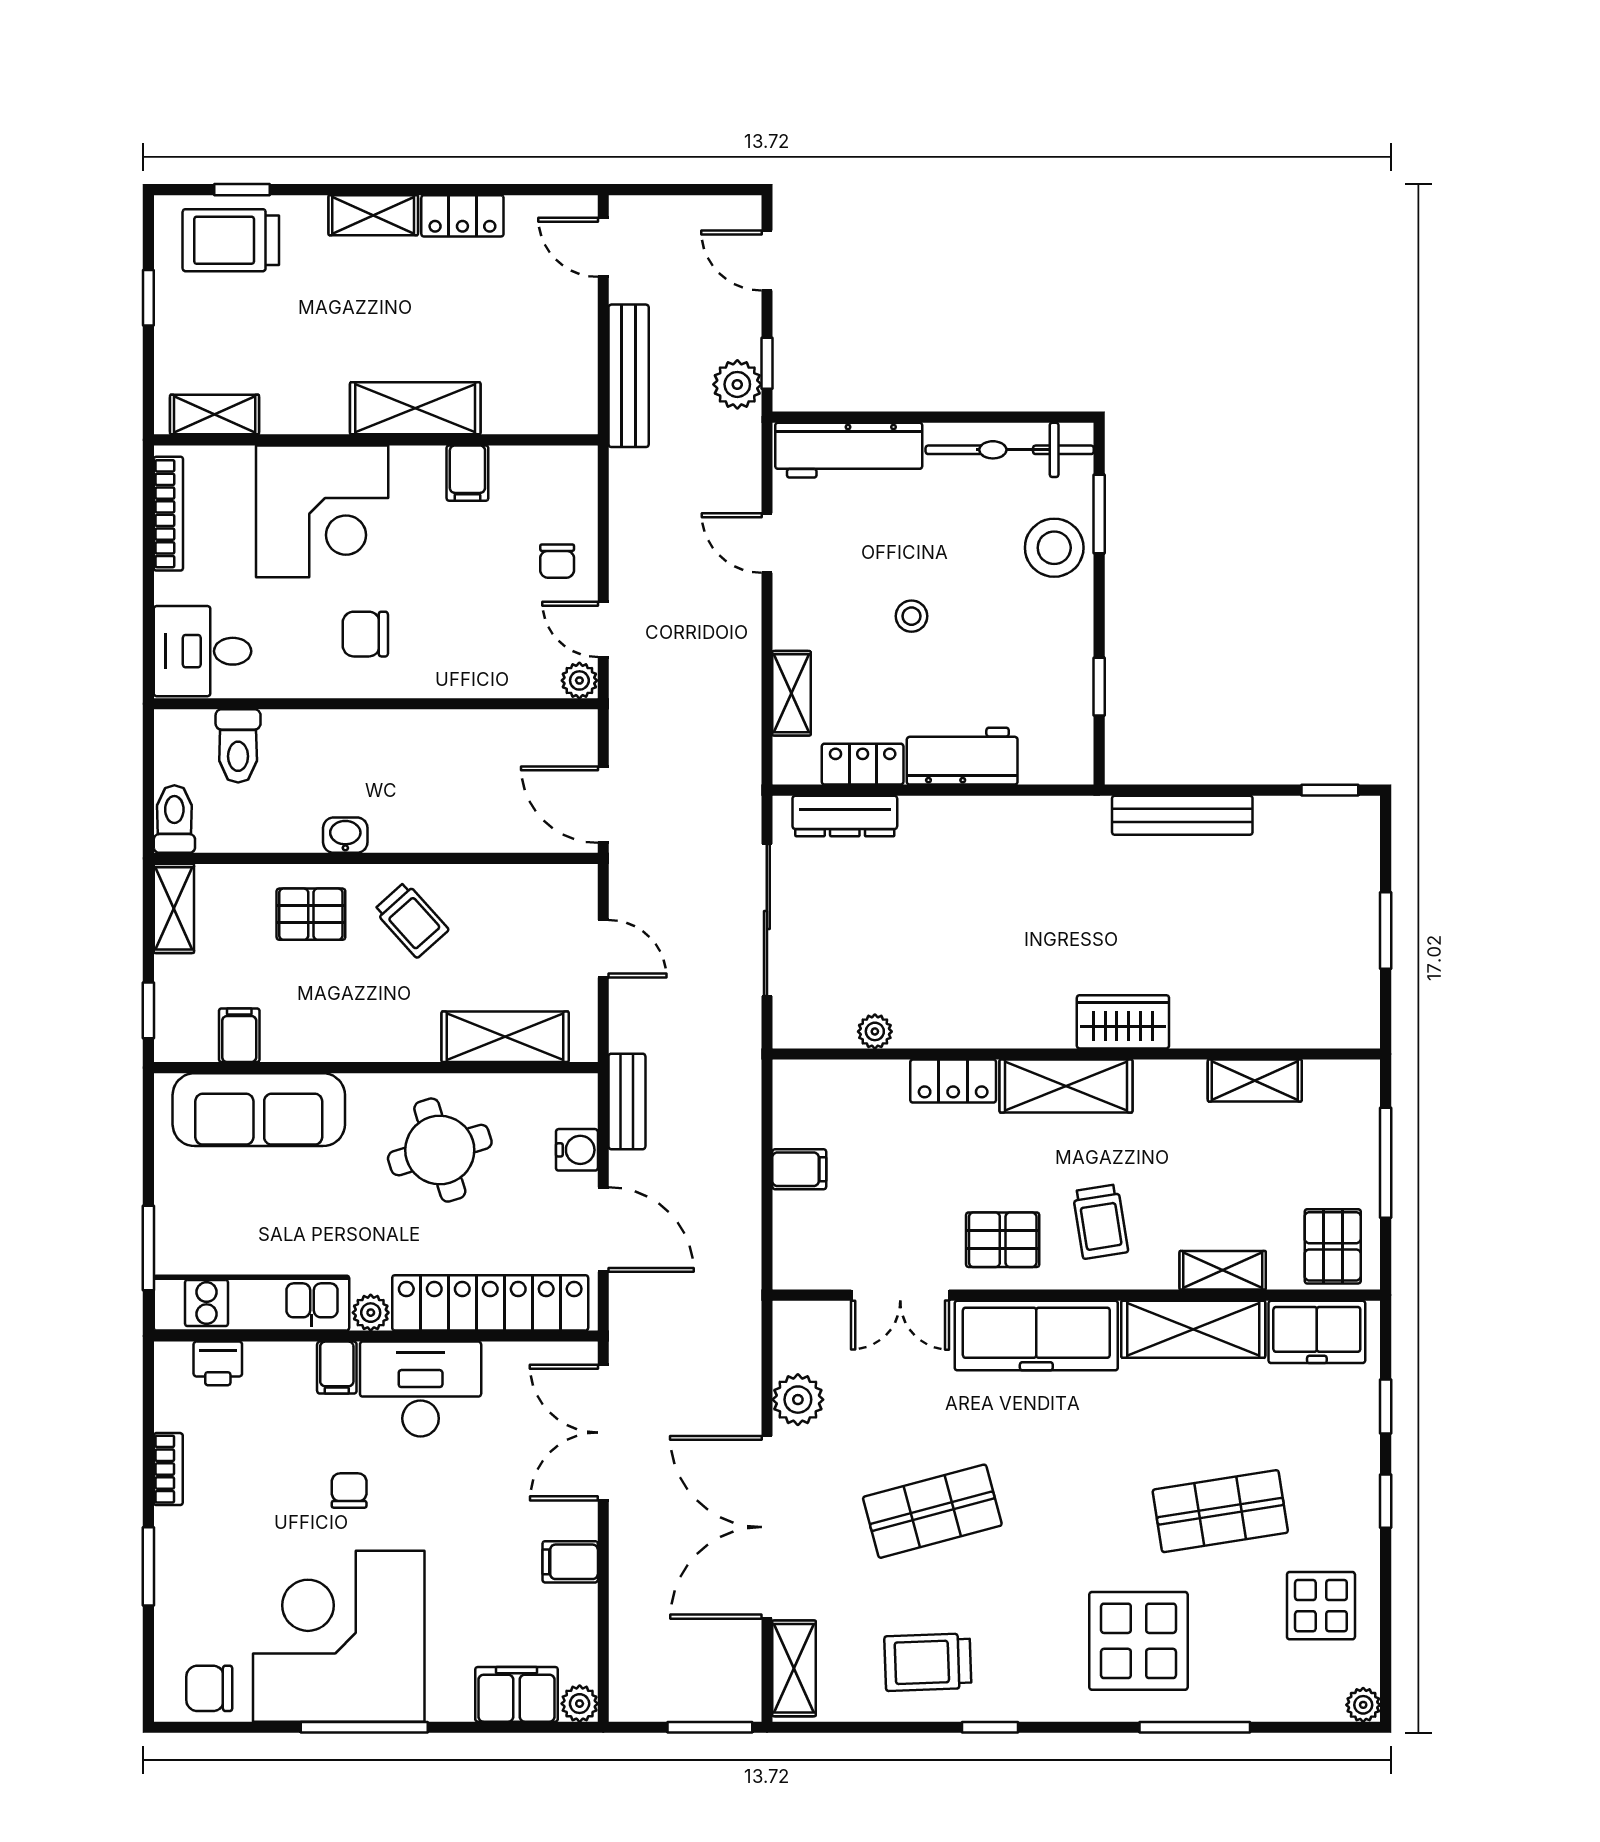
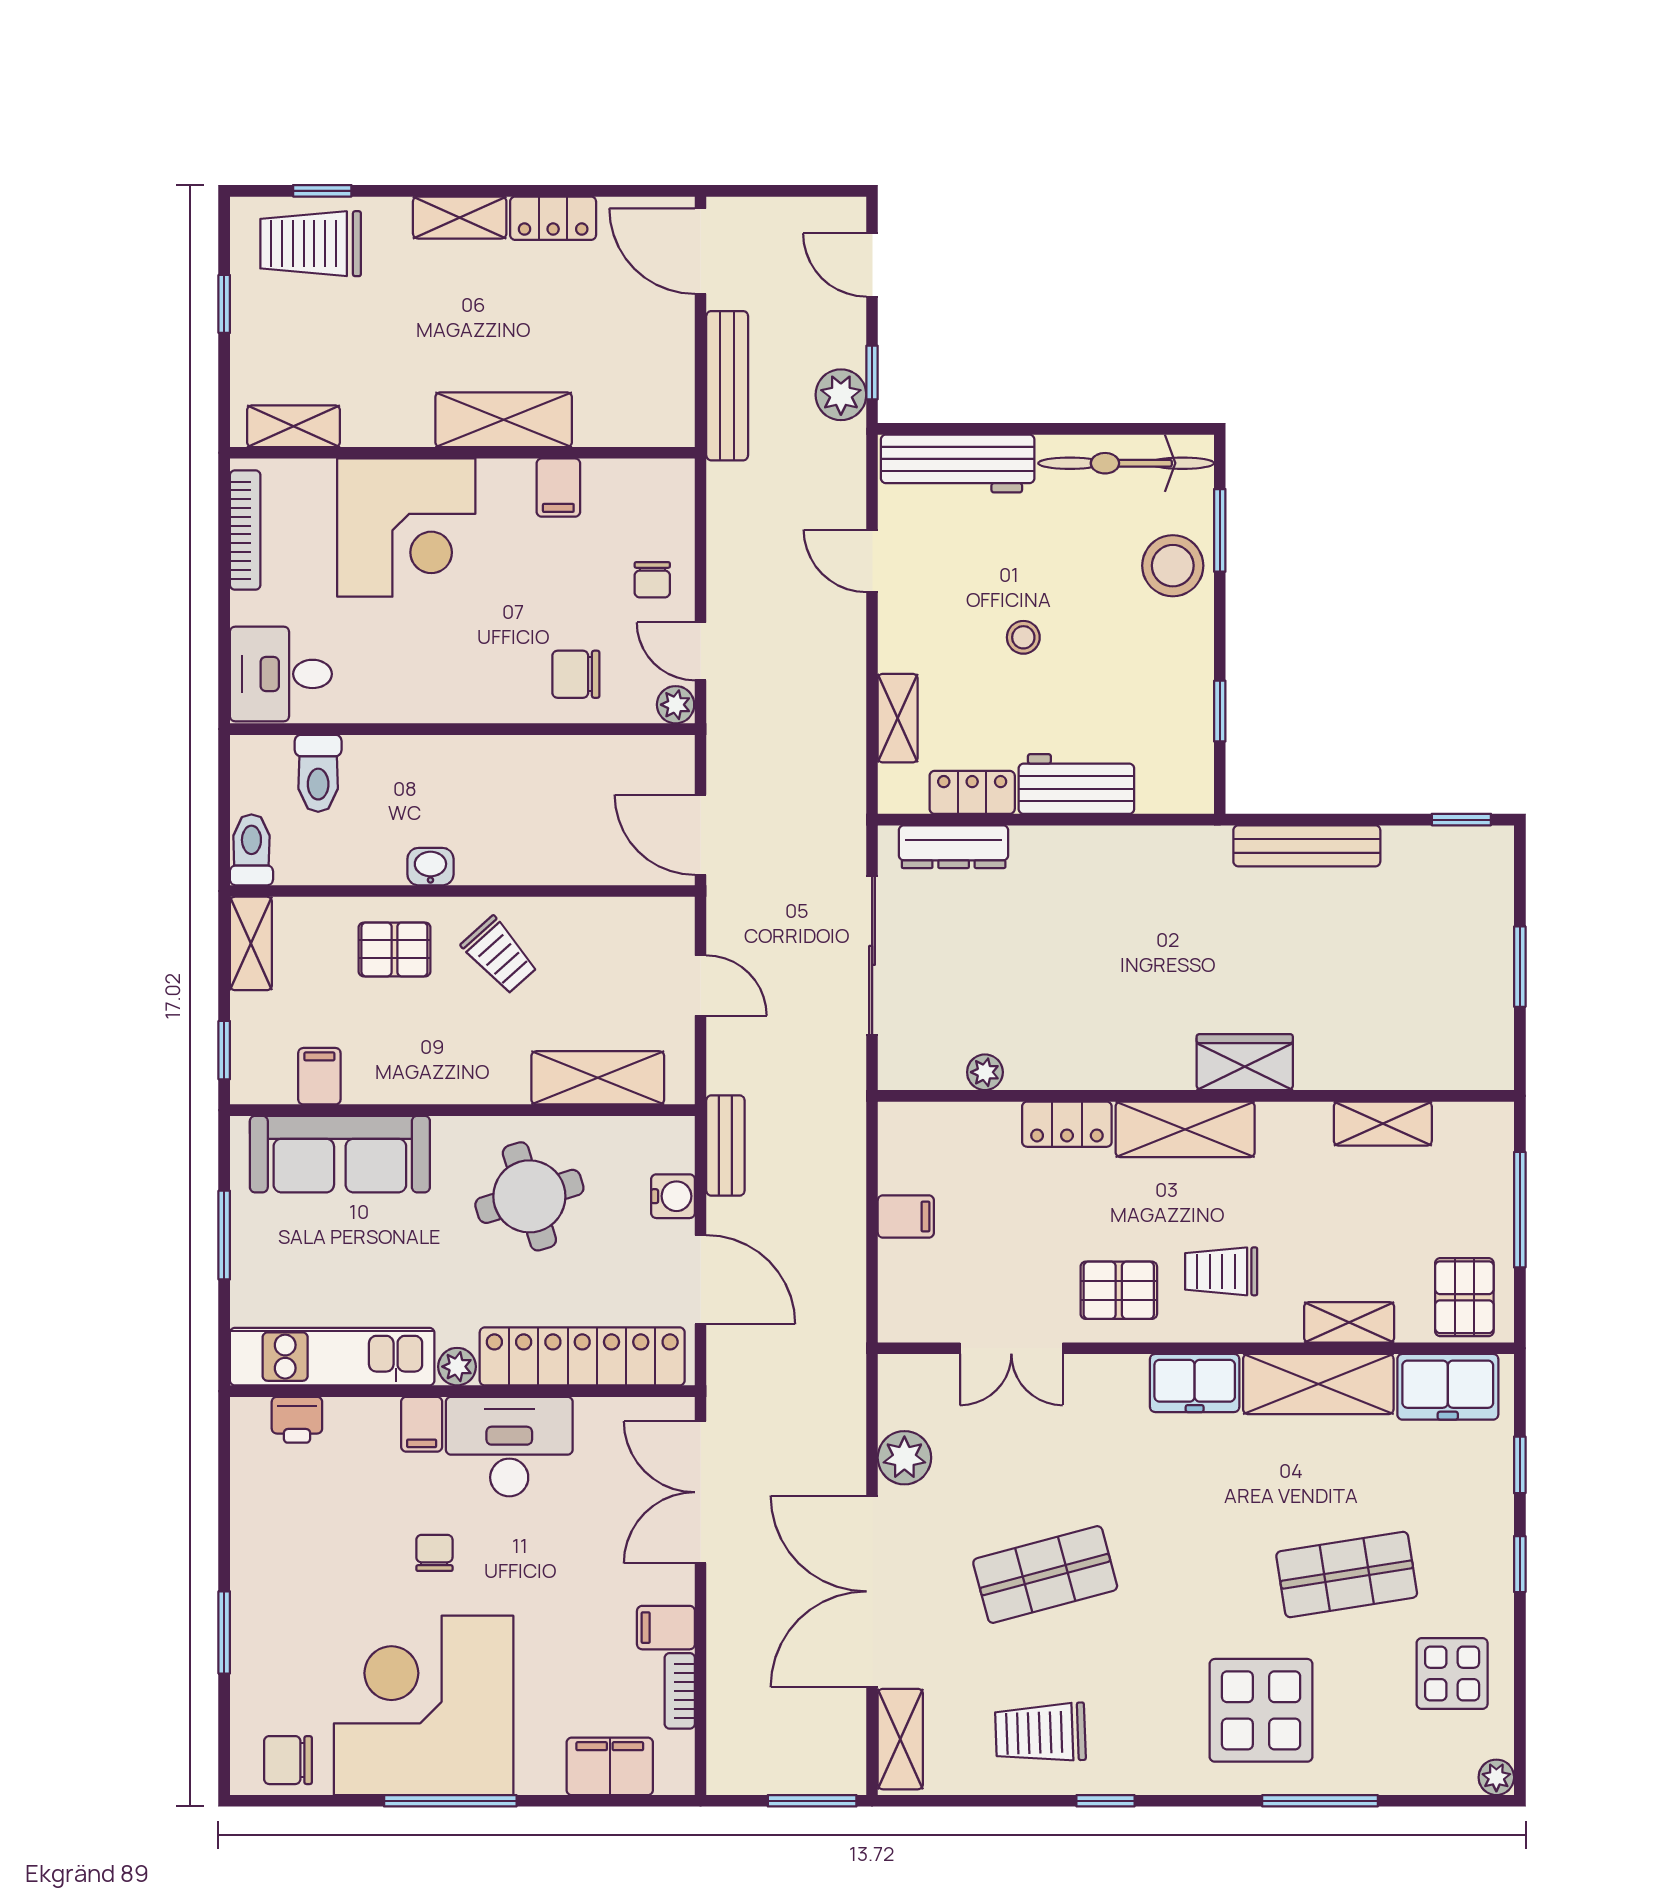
door: (603, 247) -> (701, 251), width x1.38
chair: (365, 634) -> (576, 674), moved
trolley: (1100, 1222) -> (1221, 1271), turned 99
window: (148, 1248) -> (224, 1235), moved
freezer: (1036, 1336) -> (1195, 1383), width x0.52, depth x0.79
bookcase: (168, 1469) -> (680, 1691), moved, turned 180
plant: (580, 1704) -> (676, 1776), removed

